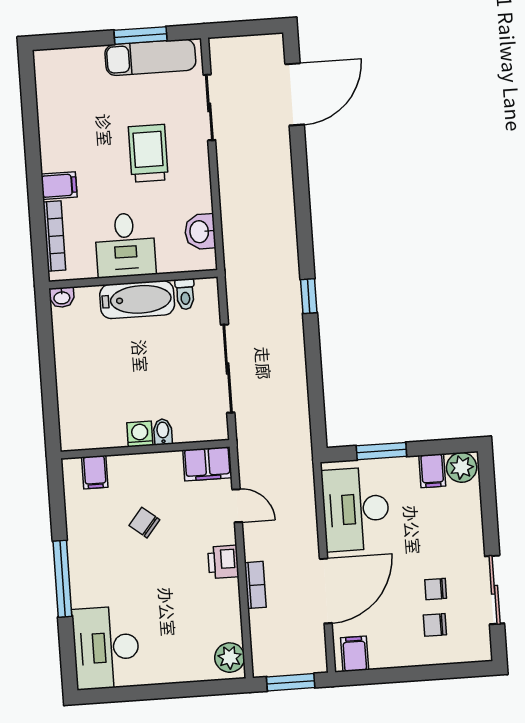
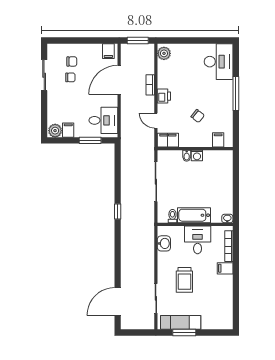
desk: (356, 509) -> (103, 120), width x0.73

